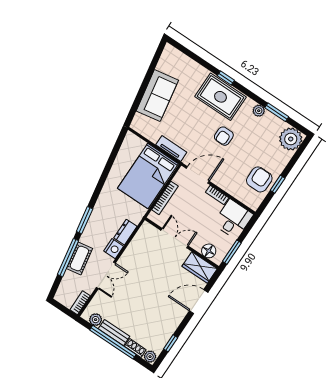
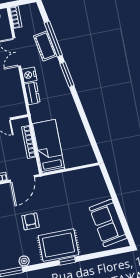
sofa: (157, 96) -> (108, 223), moved
tv unit: (171, 148) -> (57, 179), removed
bed: (148, 176) -> (49, 146), width x0.67

